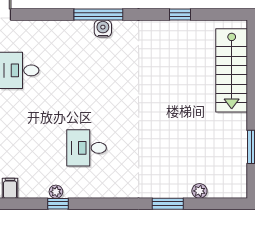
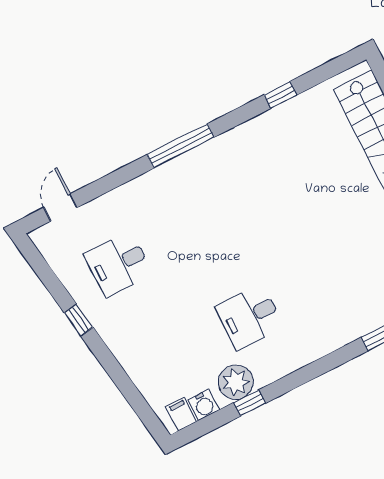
water cooler: (103, 28) -> (204, 405), moved, turned 180
plant: (56, 192) -> (236, 382), width x1.88, depth x1.88

